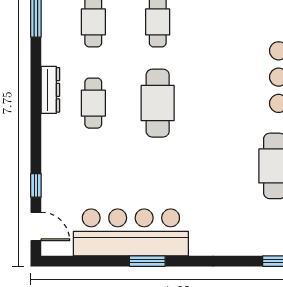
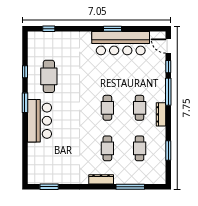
cafe table: (158, 103) -> (107, 108), width x0.73, depth x0.74
window: (36, 135) -> (168, 92), added

